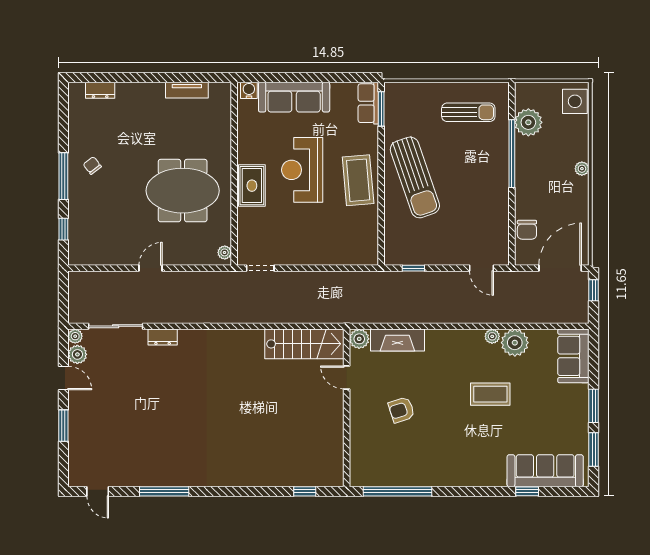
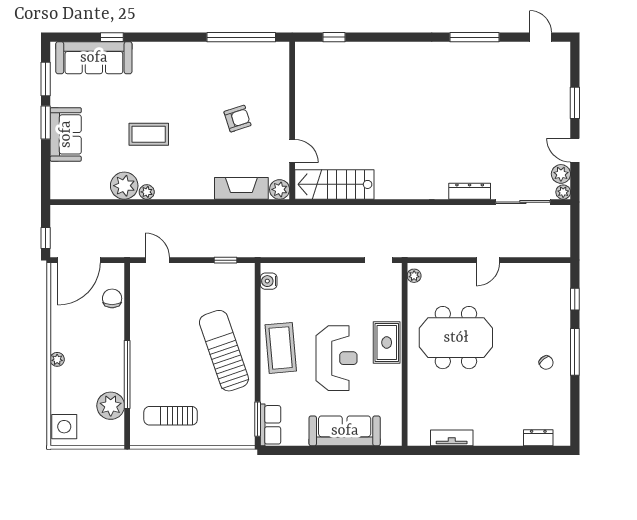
water cooler: (249, 90) -> (269, 281), moved, turned 90
dresser: (163, 337) -> (470, 191), width x1.44
sofa: (573, 356) -> (66, 134), moved

